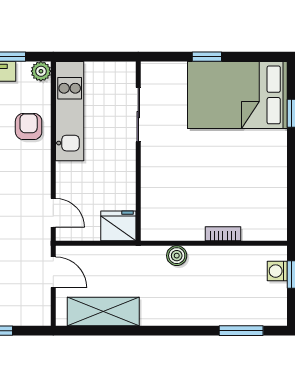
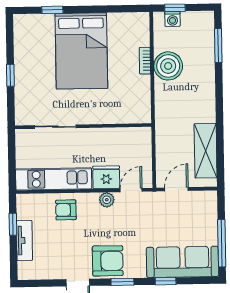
plant: (41, 71) -> (107, 200), moved
bed: (237, 95) -> (81, 51), moved
fridge: (118, 226) -> (106, 177), moved, turned 90
boiler: (177, 256) -> (168, 66), moved, width x1.86, depth x1.86

